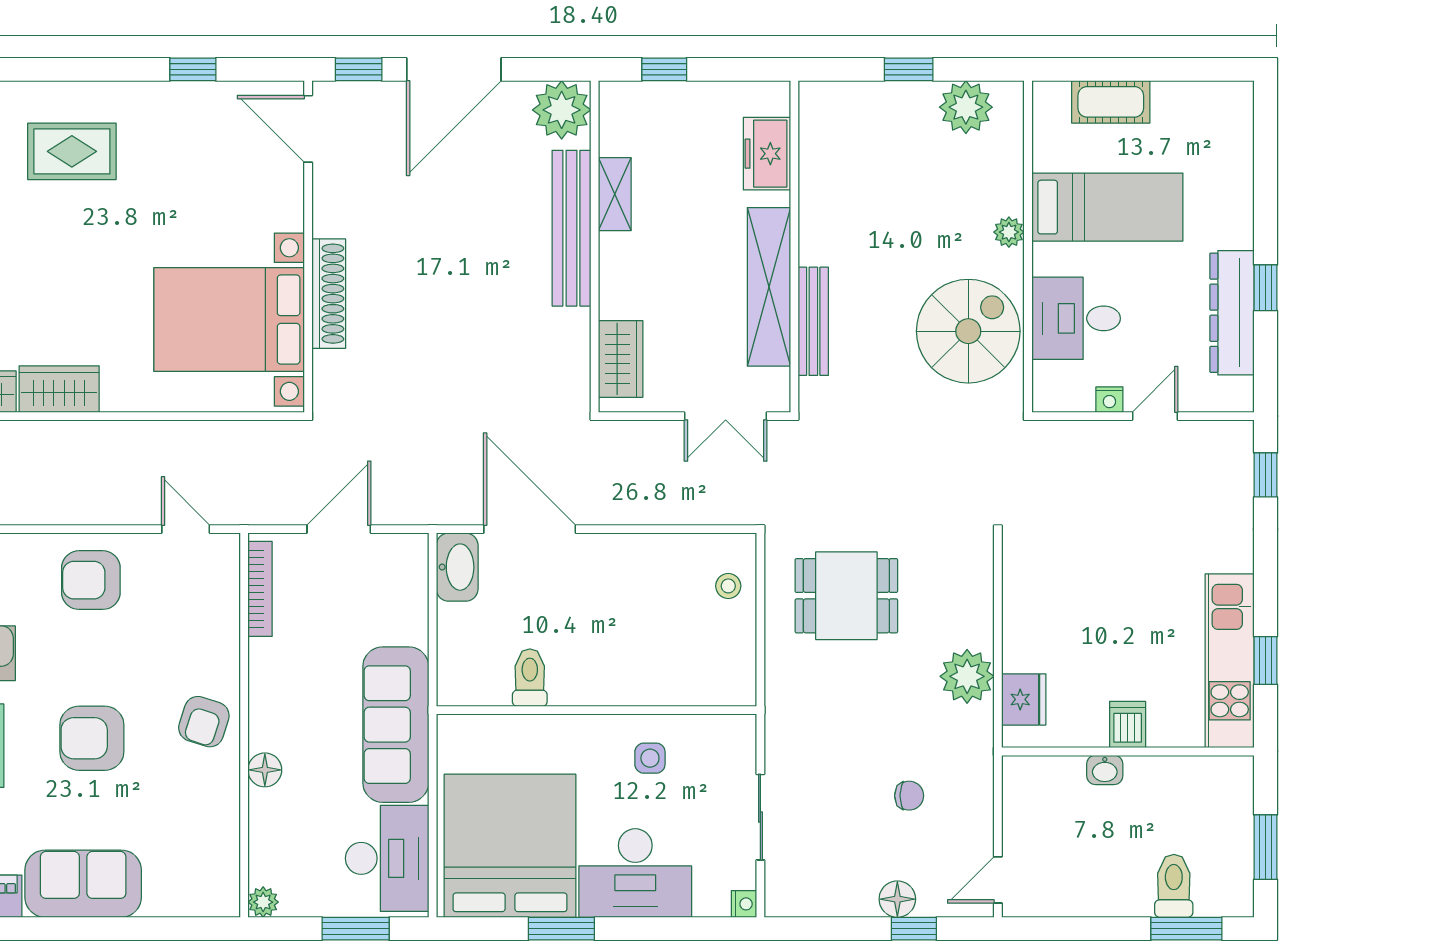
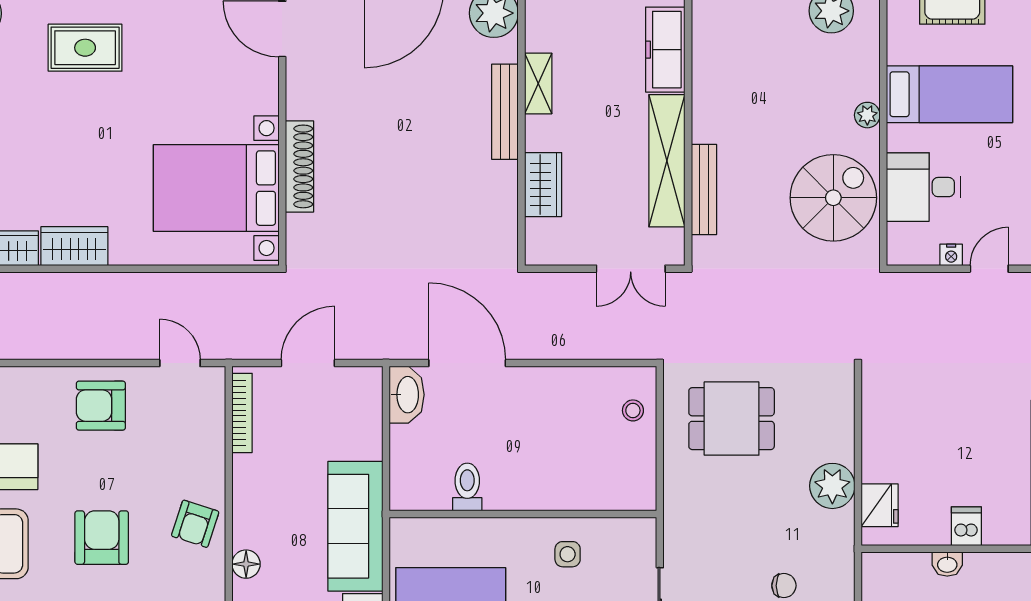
freezer: (767, 154) -> (665, 50), width x1.40
bench: (571, 228) -> (505, 112), width x0.73, depth x0.82
wardrobe: (621, 359) -> (543, 185), moved
armchair: (92, 738) -> (102, 538), turned 90

